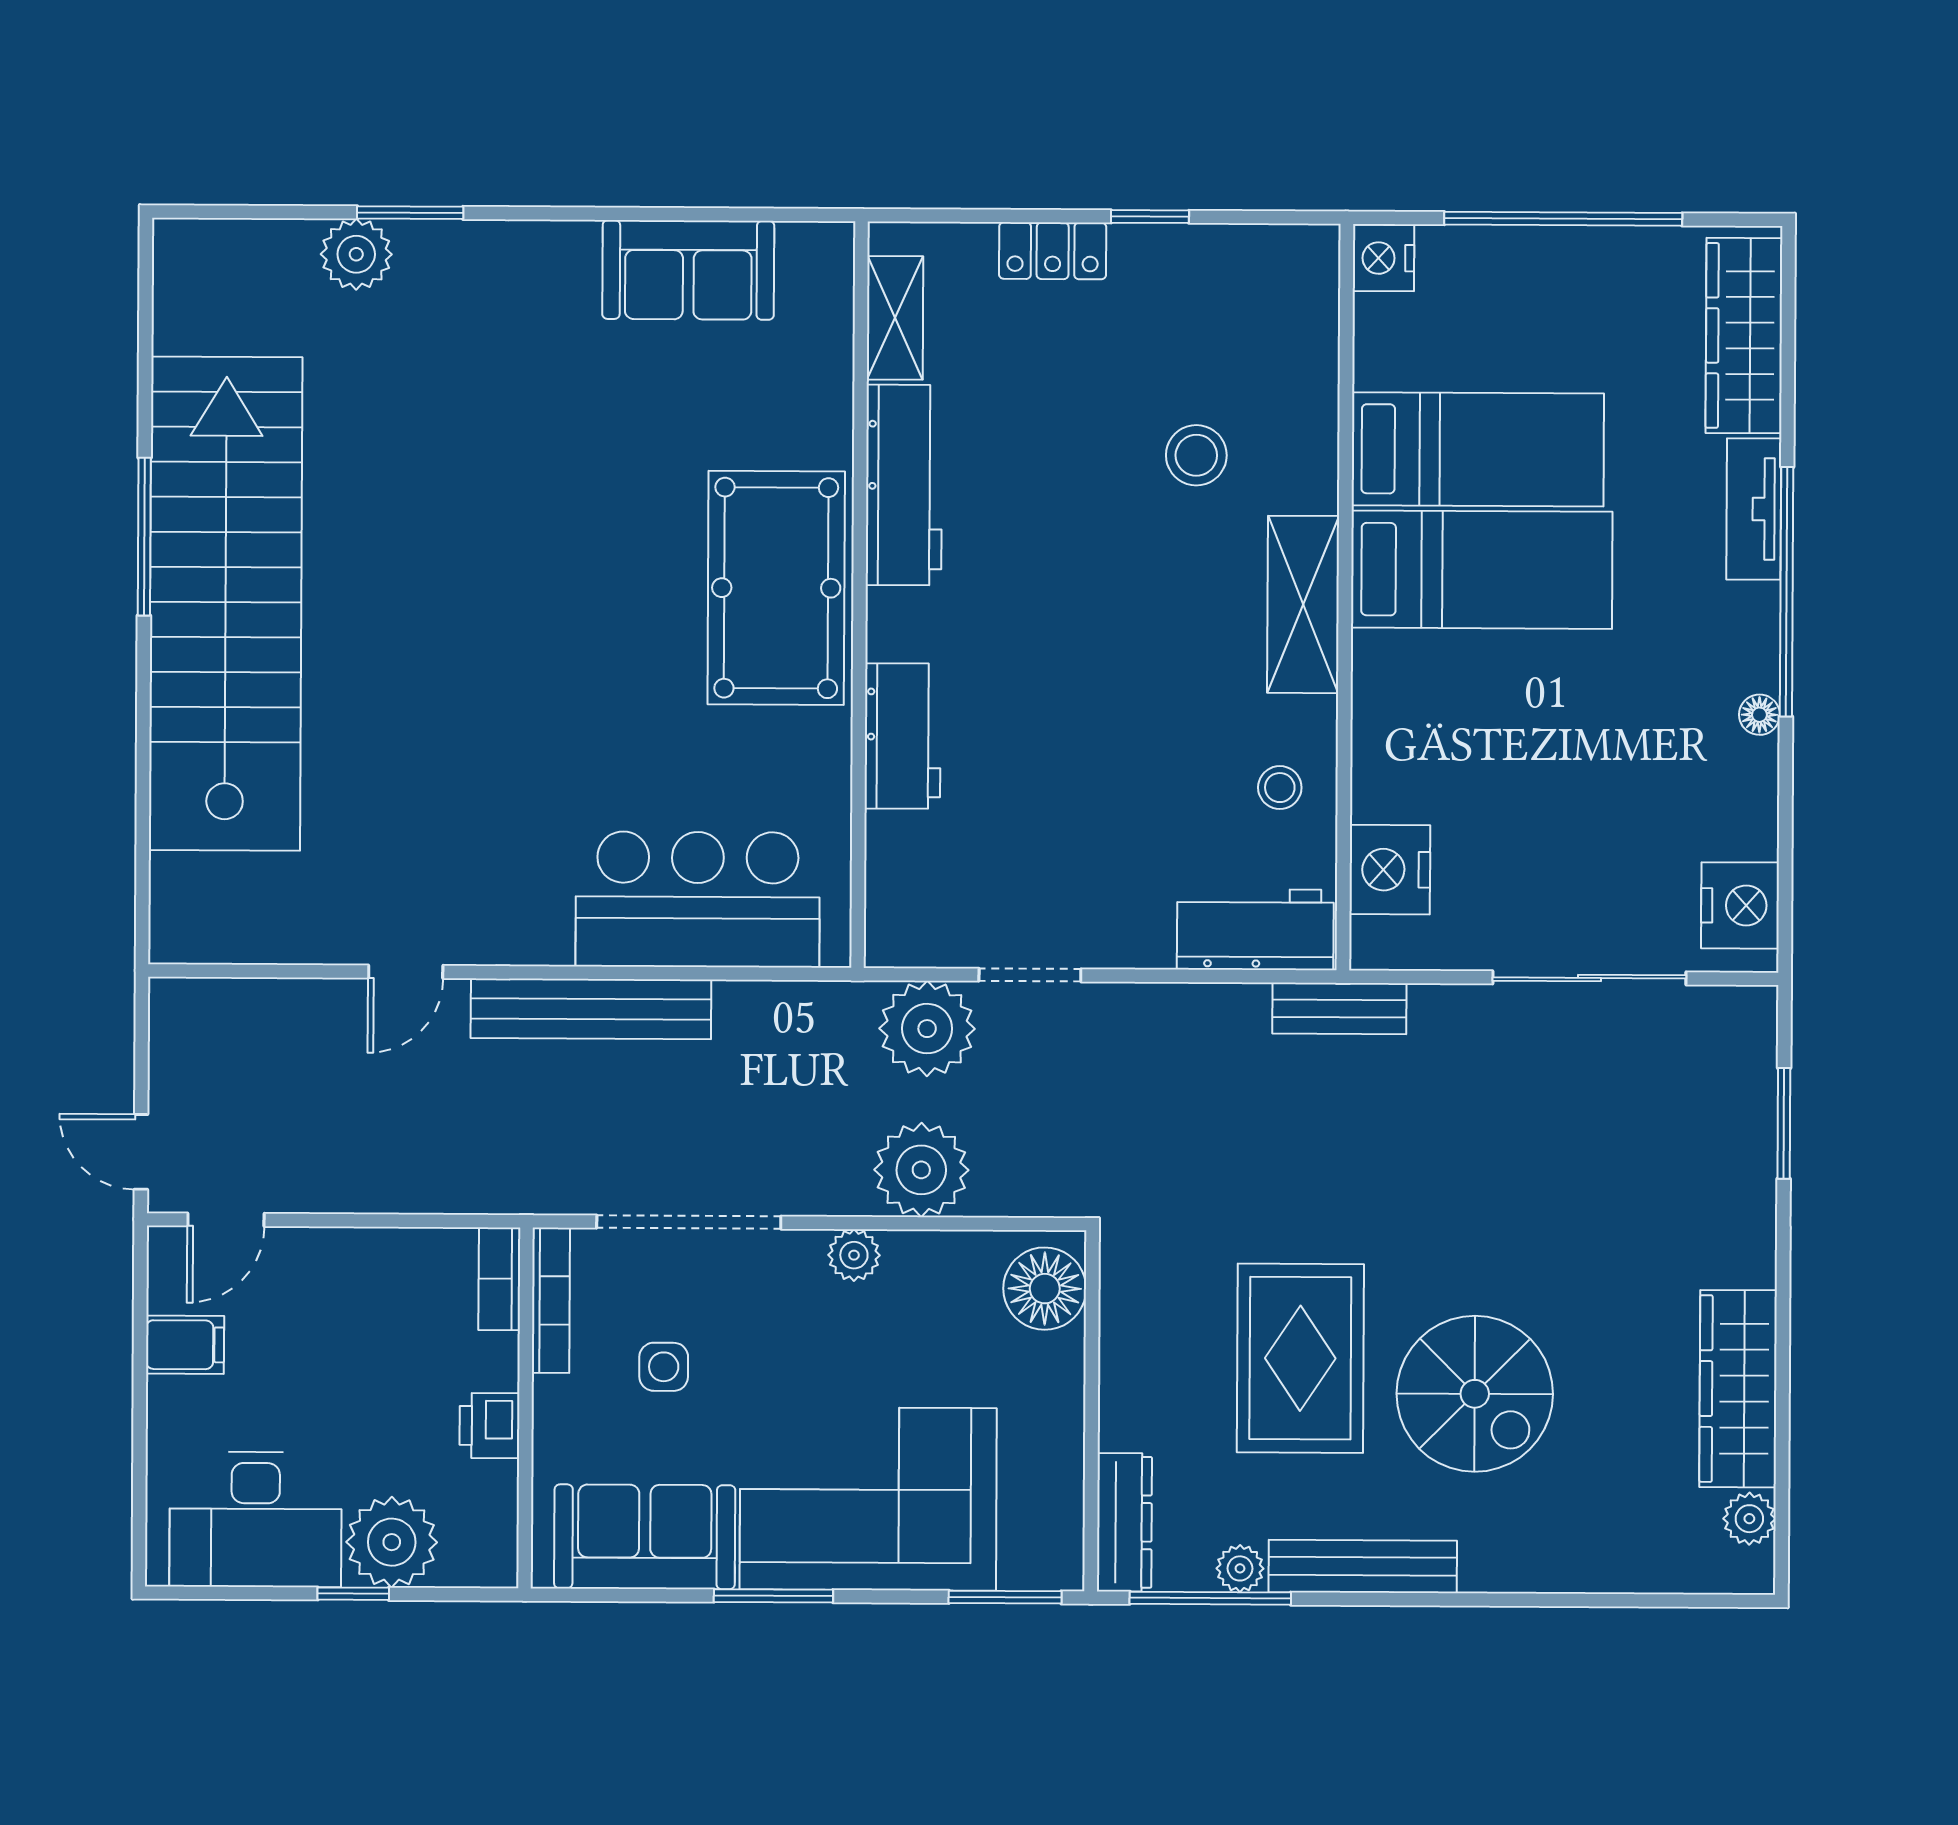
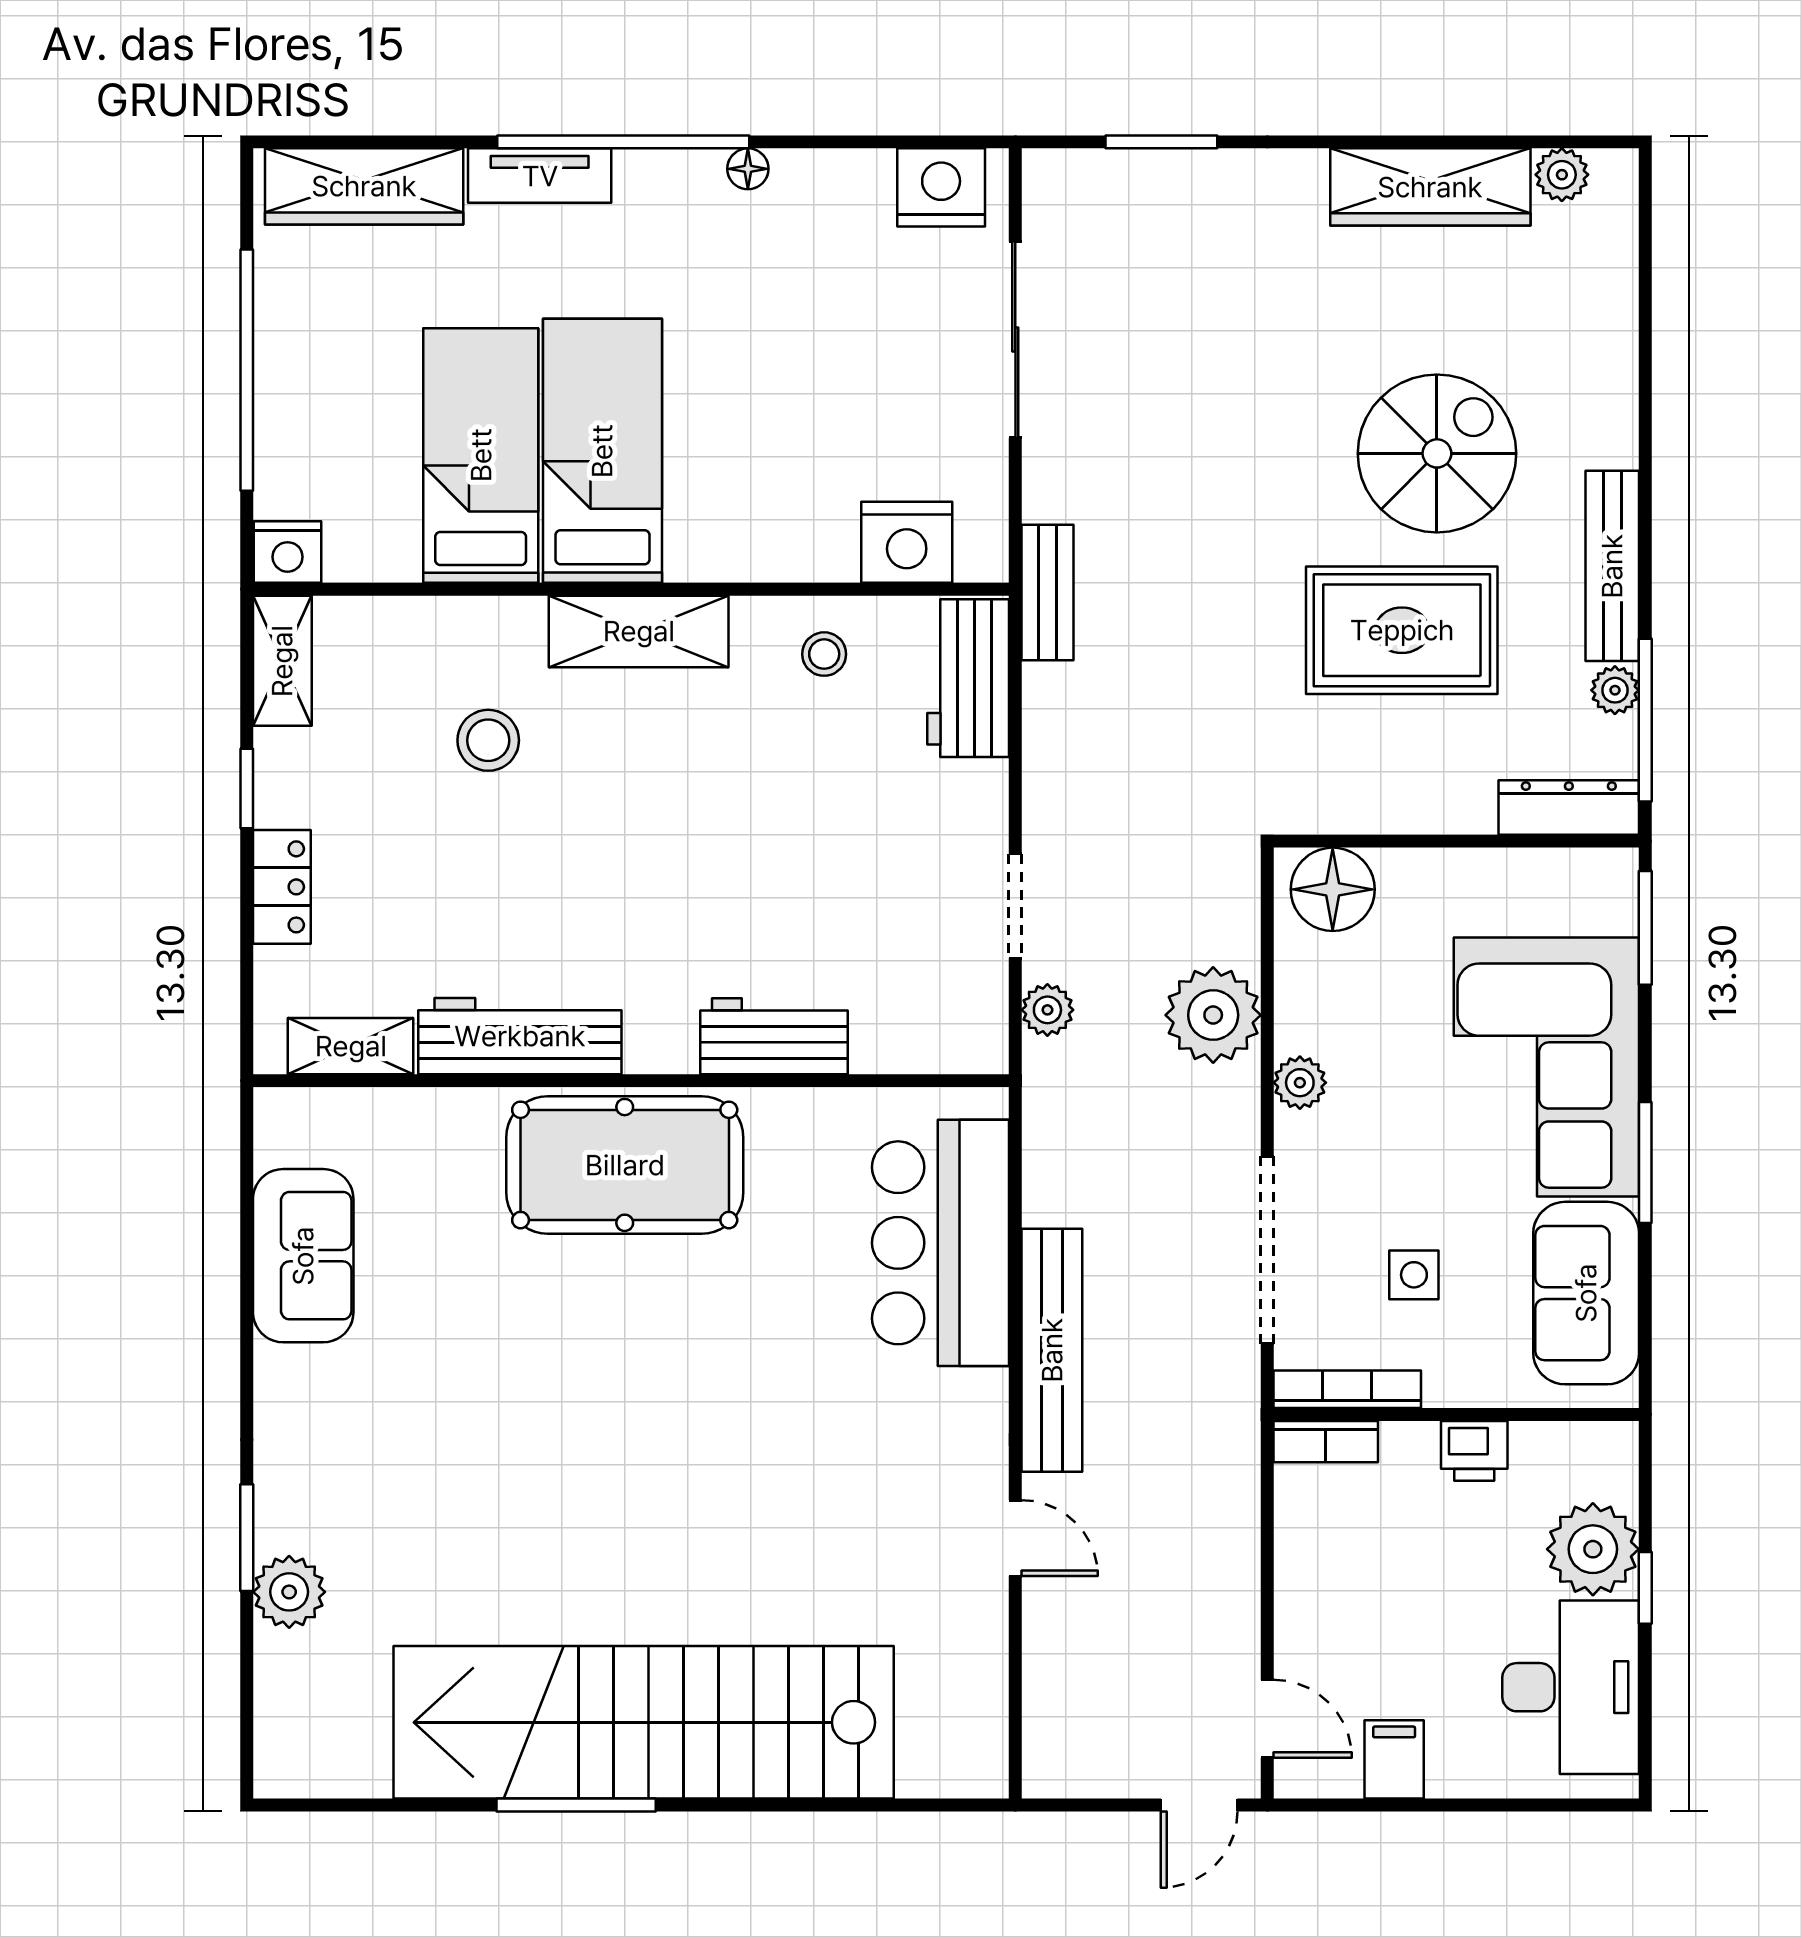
shelving: (1276, 252) -> (282, 661), added
plant: (927, 1029) -> (1047, 1010), width x0.53, depth x0.53

